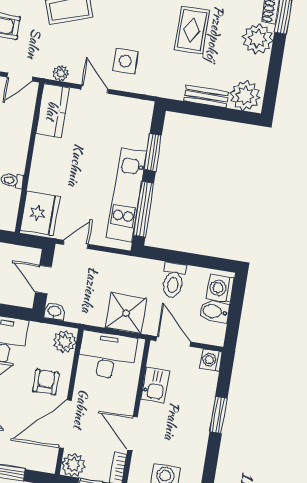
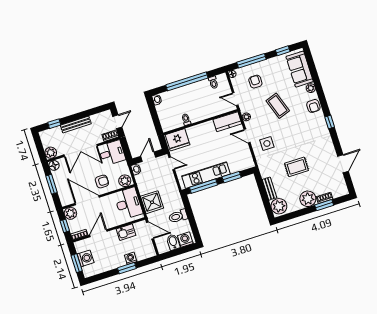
door: (95, 89) -> (247, 136), swing flipped
door: (173, 341) -> (150, 230), hinge flipped
washing machine: (211, 360) -> (131, 258), moved

